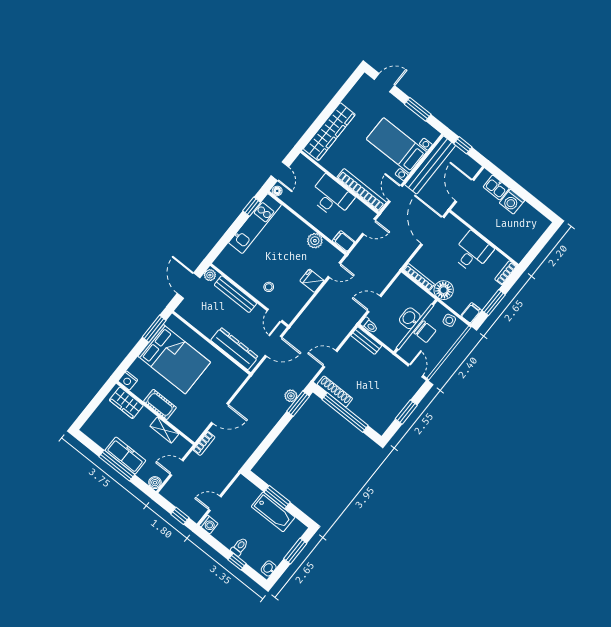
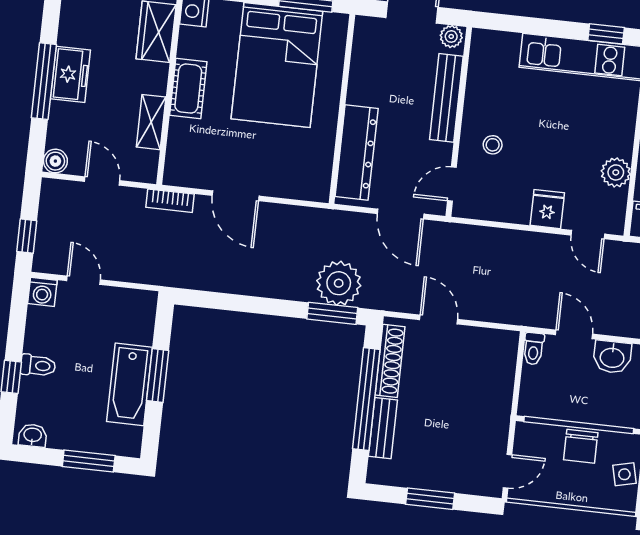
washbasin: (410, 318) -> (612, 357), moved, turned 180
bench: (366, 341) -> (383, 428), moved
plant: (291, 396) -> (339, 283), width x1.87, depth x1.87
freezer: (125, 456) -> (70, 74), width x0.71

